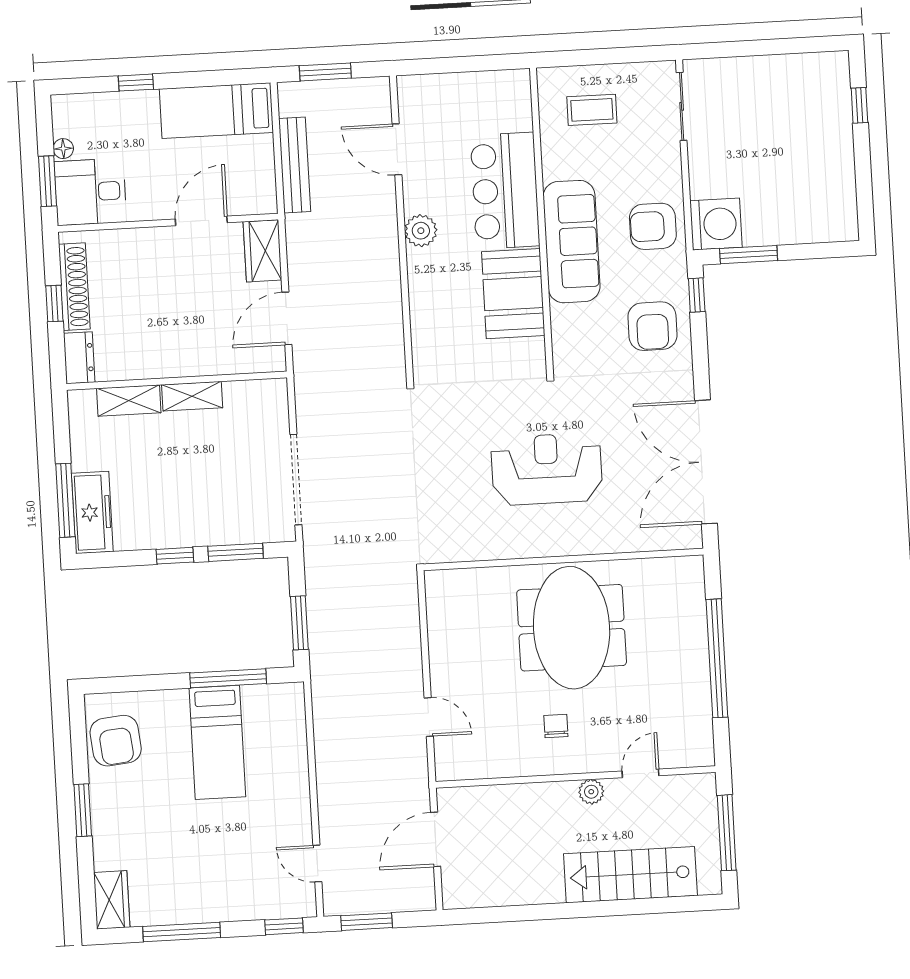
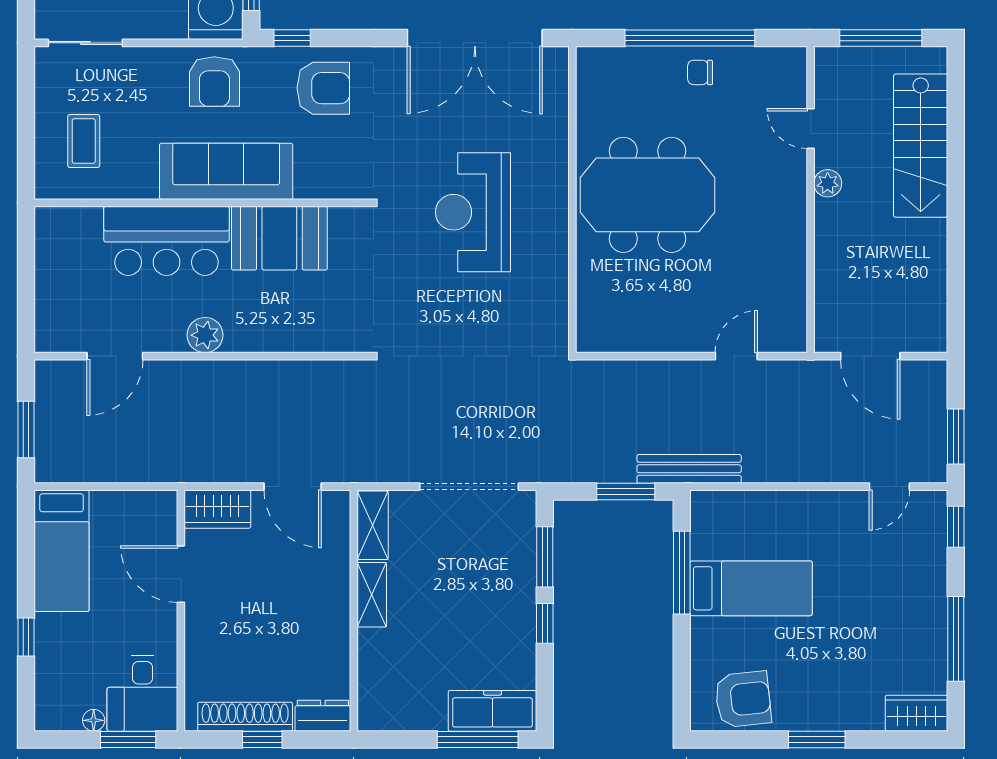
bench: (295, 165) -> (689, 469), moved
shelving: (129, 401) -> (373, 525), moved
chair: (556, 726) -> (700, 72), moved

